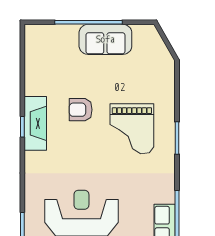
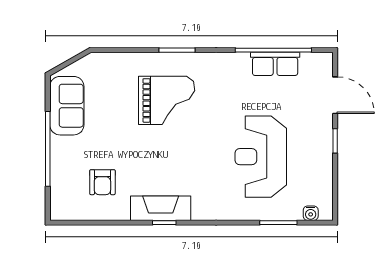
sofa: (105, 39) -> (67, 106), moved
armchair: (81, 110) -> (102, 182), moved

